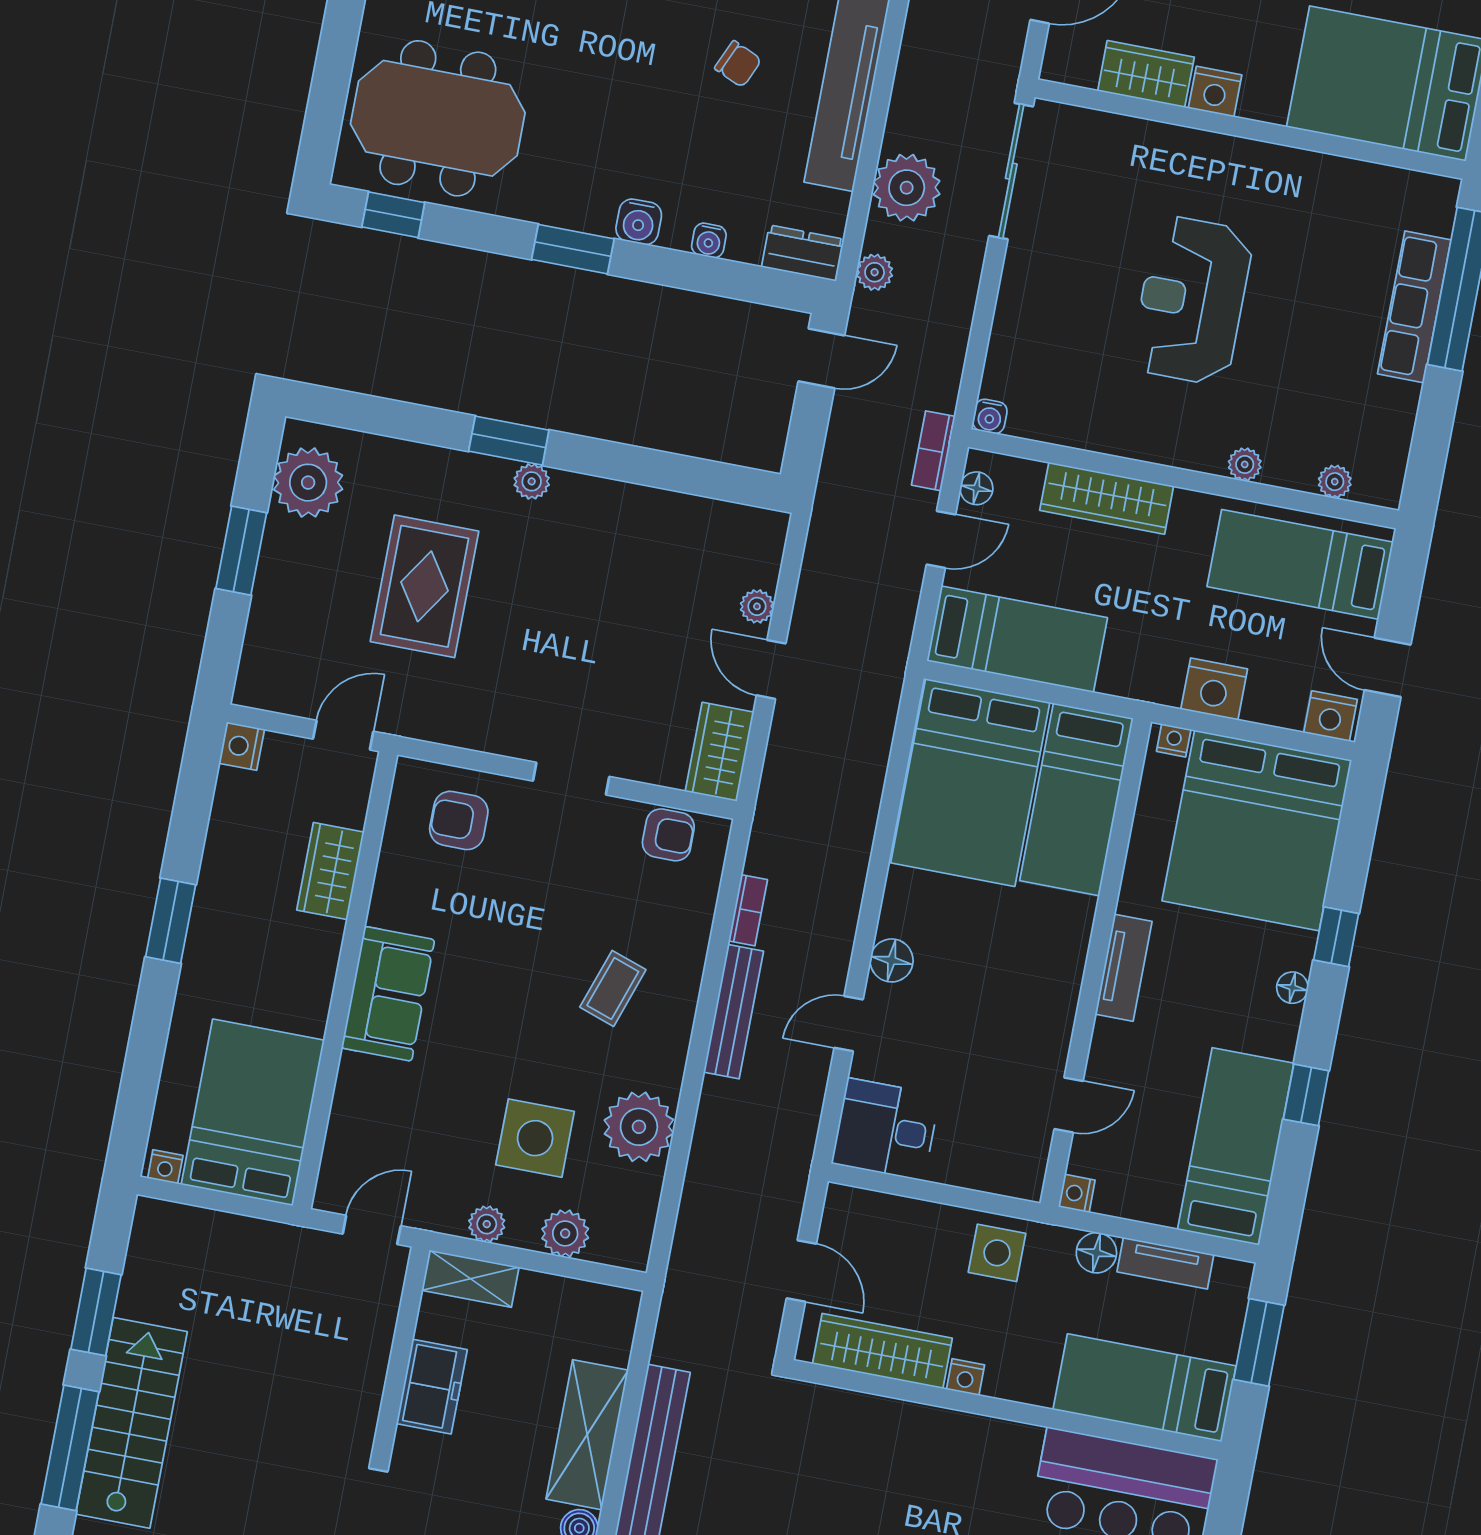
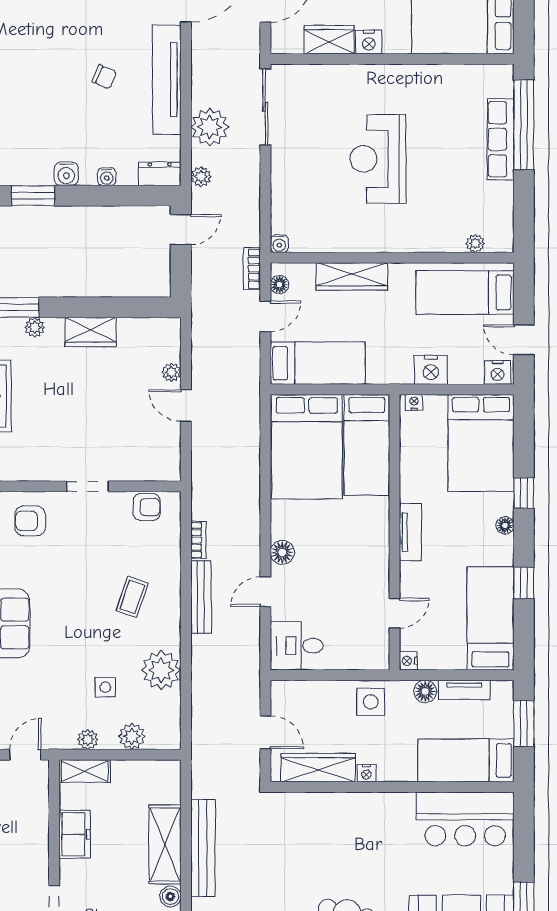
plant: (1245, 464) -> (424, 243), removed
wardrobe: (720, 752) -> (91, 332), moved, turned -90
bed: (1257, 831) -> (481, 443), width x0.73
side table: (535, 1138) -> (105, 687), width x0.54, depth x0.54

